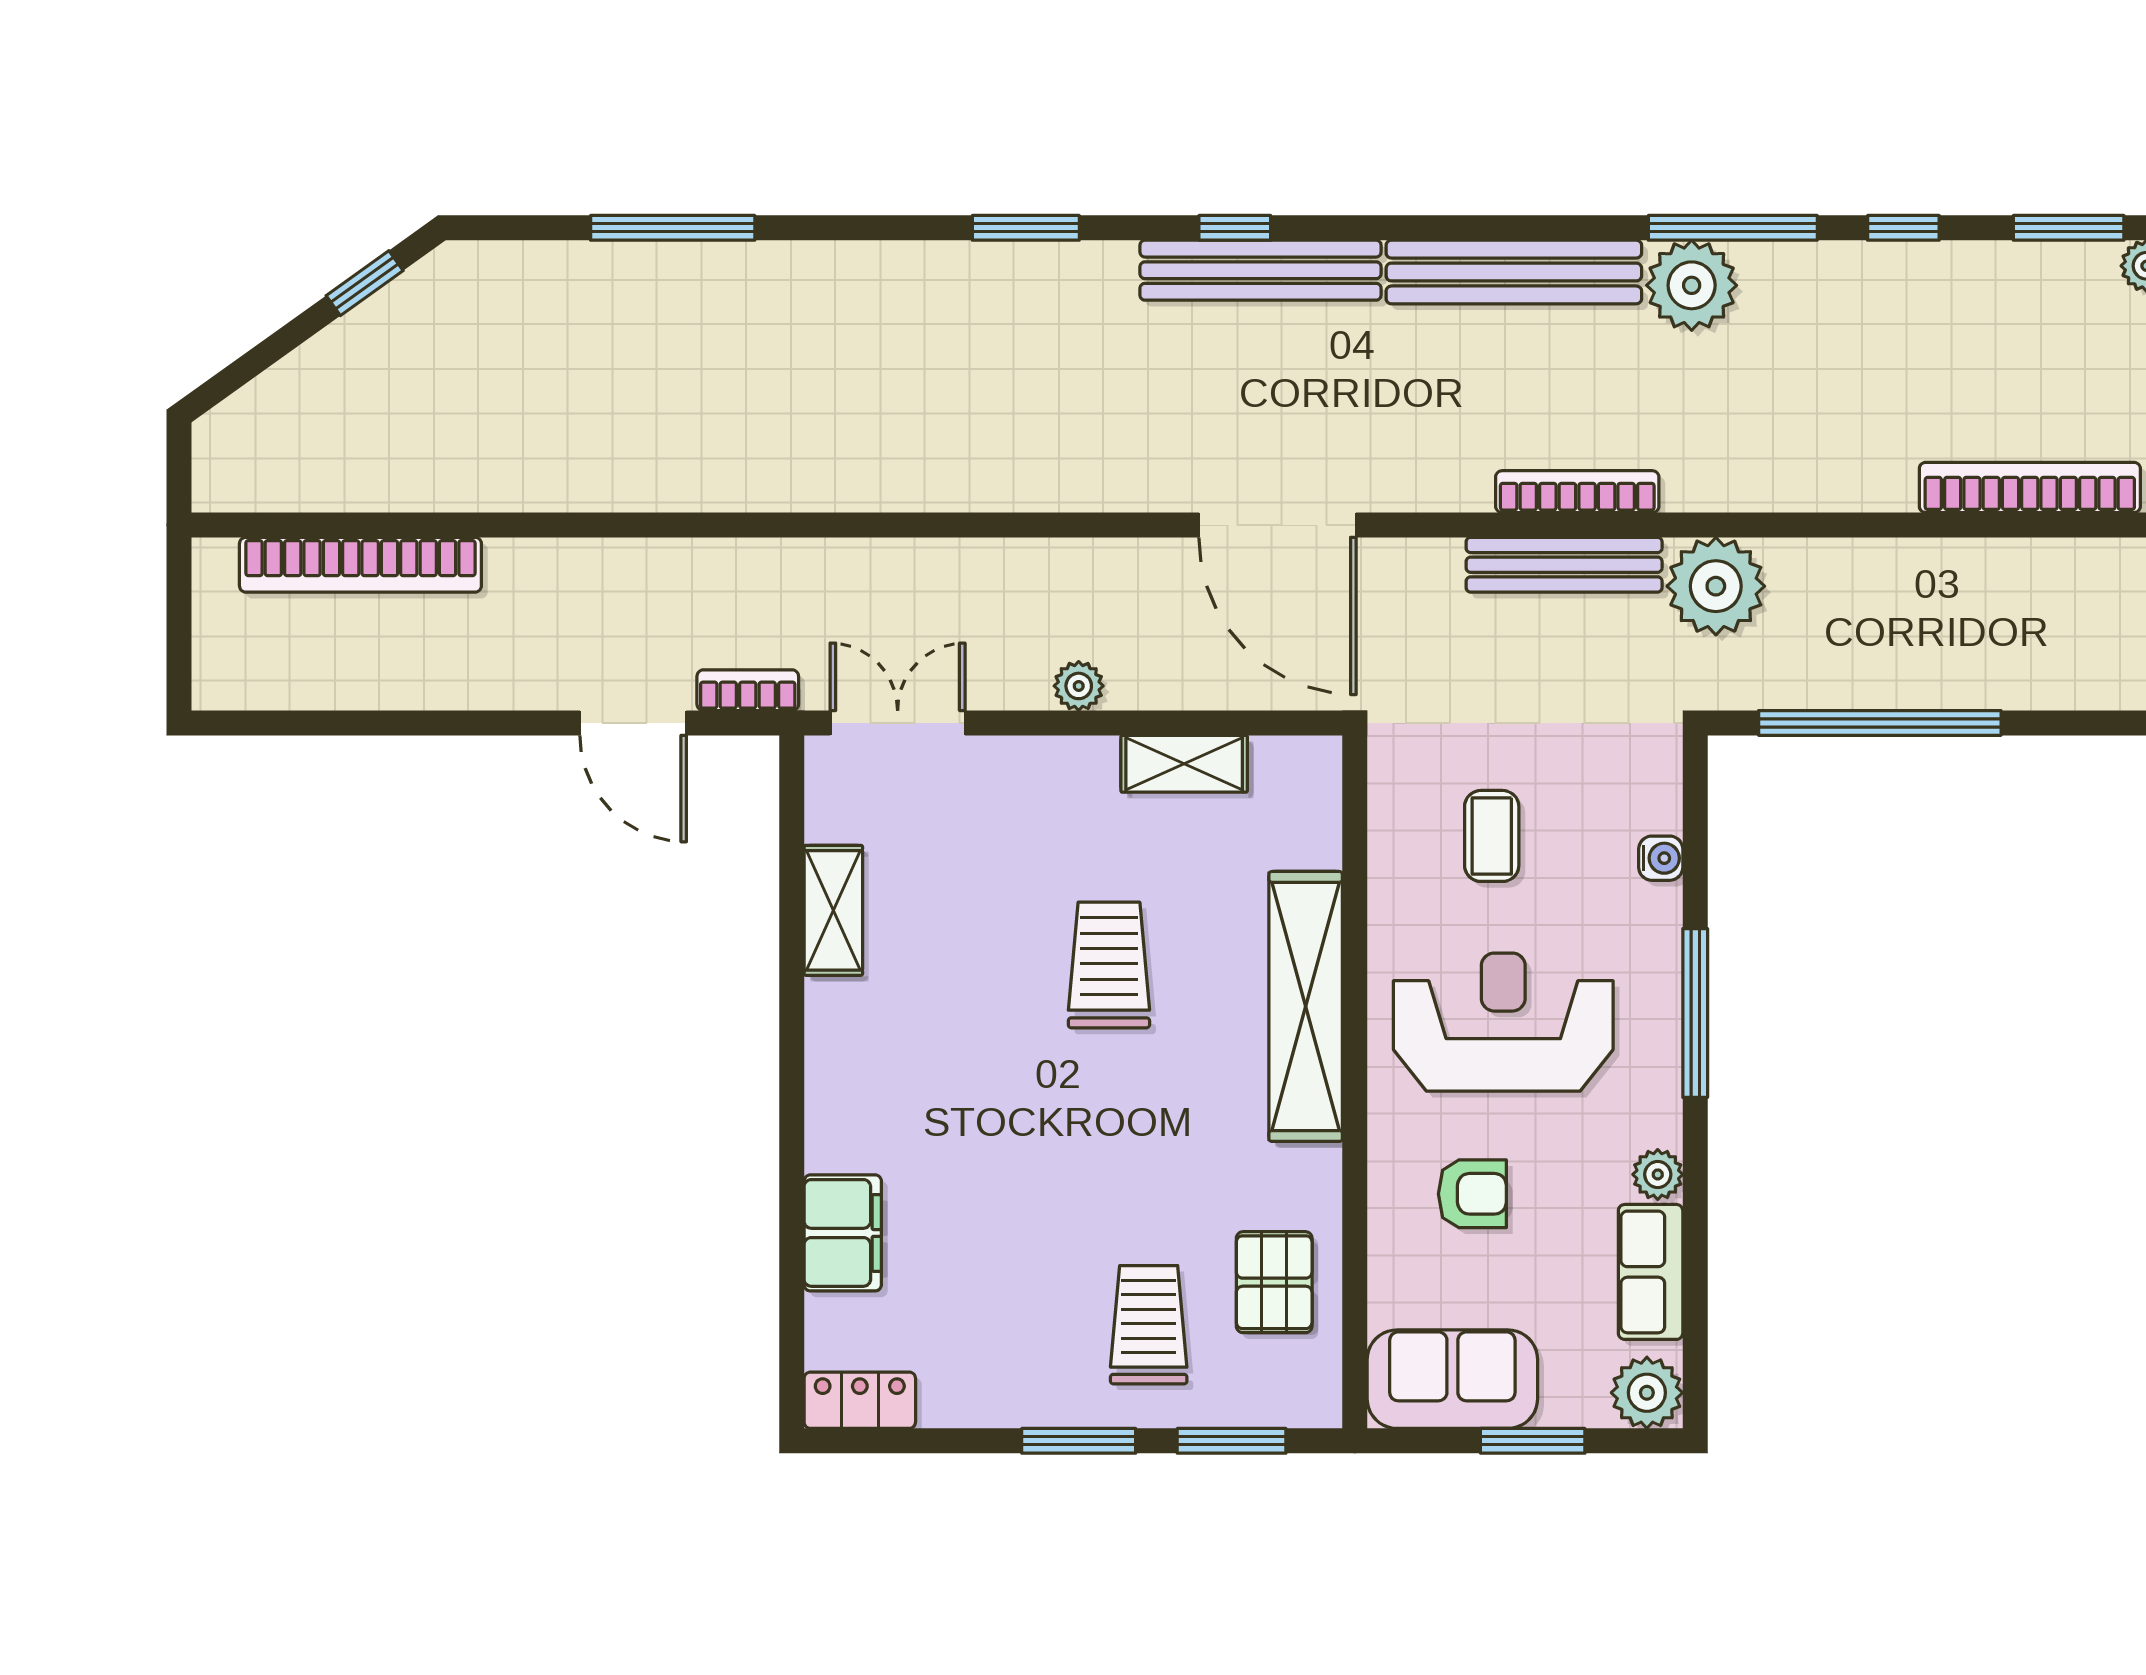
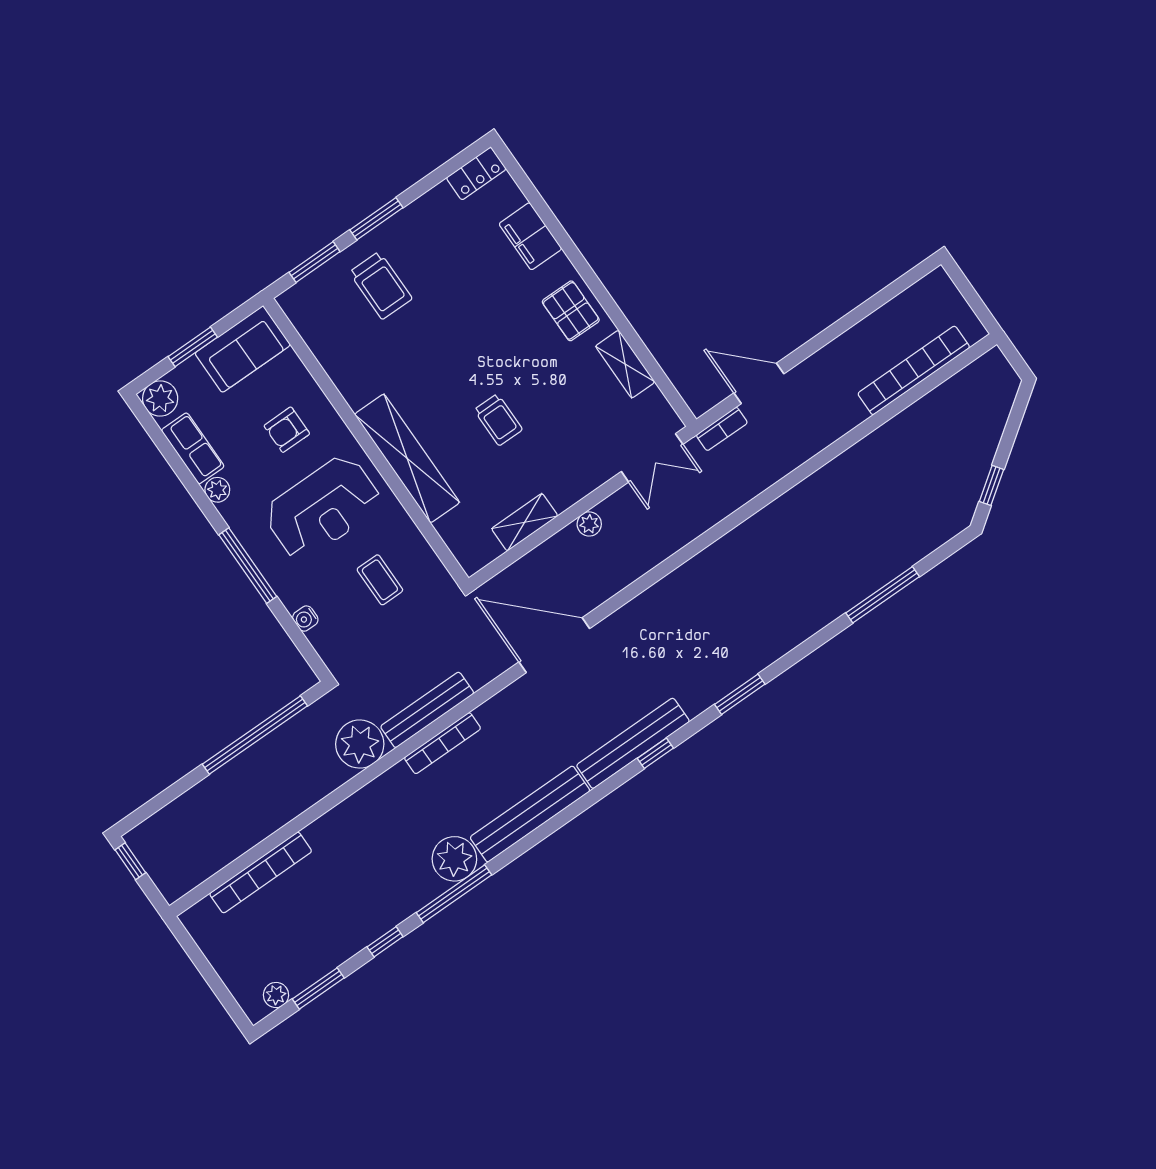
trolley: (1109, 965) -> (498, 420), width x0.73, depth x0.72
pallet: (1274, 1282) -> (571, 311), moved

